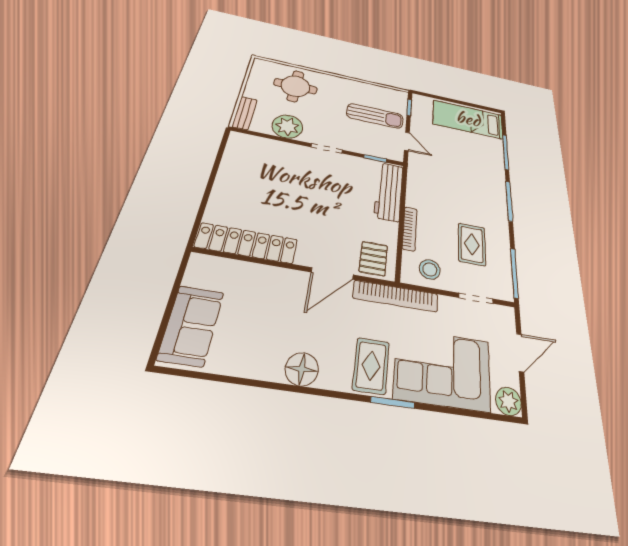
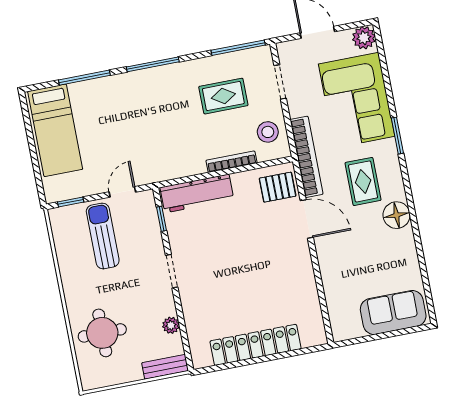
plant: (287, 127) -> (171, 325), width x0.53, depth x0.53
locker: (247, 243) -> (256, 345), moved, turned 90
rug: (371, 366) -> (363, 181), moved, turned 90

